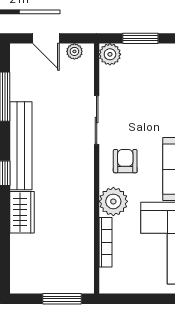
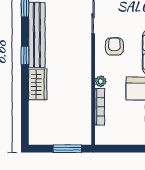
plant: (113, 201) -> (101, 81), width x0.53, depth x0.53

